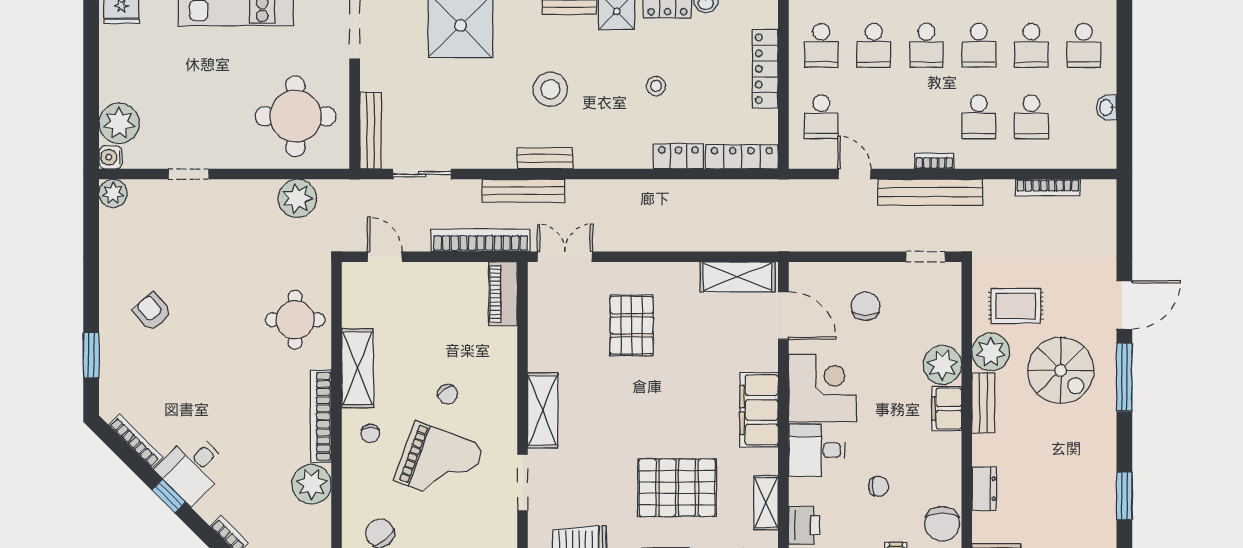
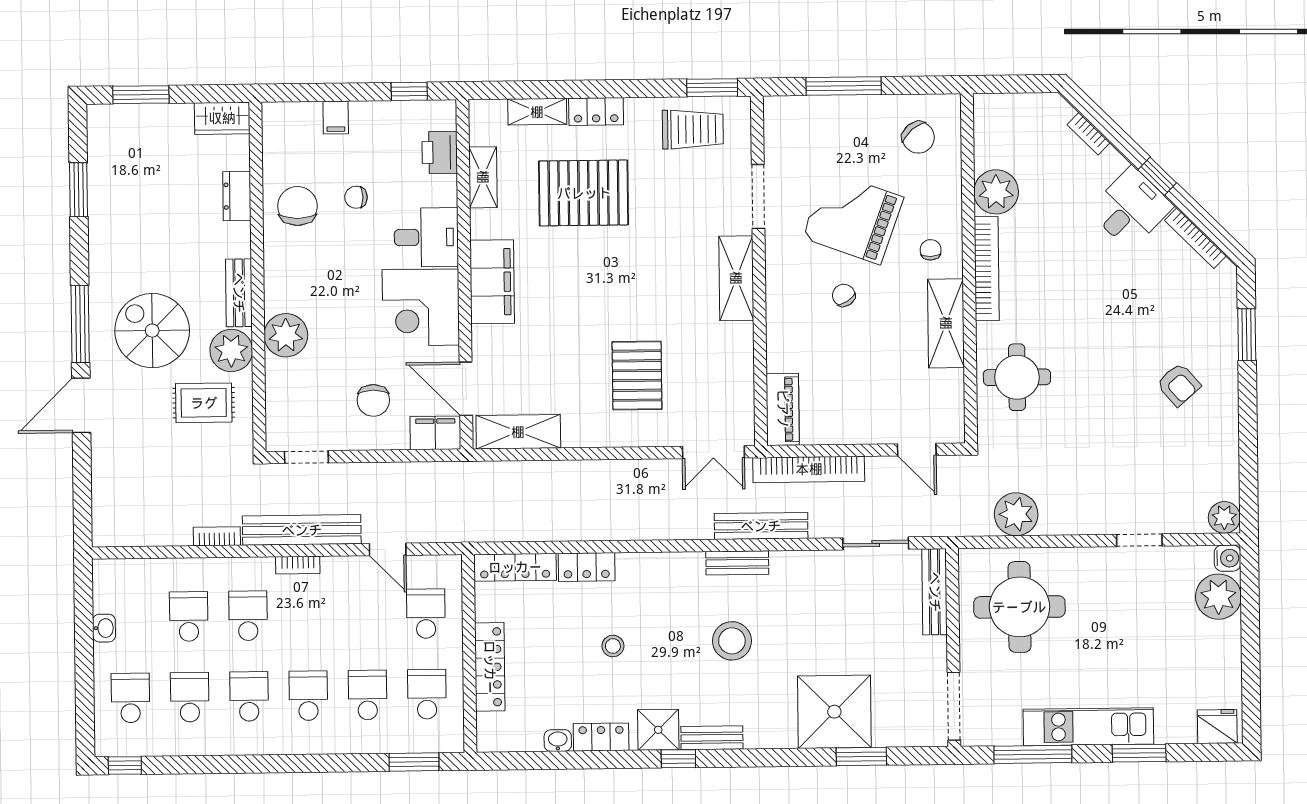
bookcase: (1048, 187) -> (217, 536), moved, width x0.64
filing cabinet: (947, 409) -> (435, 433), moved, turned -90
chair: (942, 524) -> (297, 206), moved

